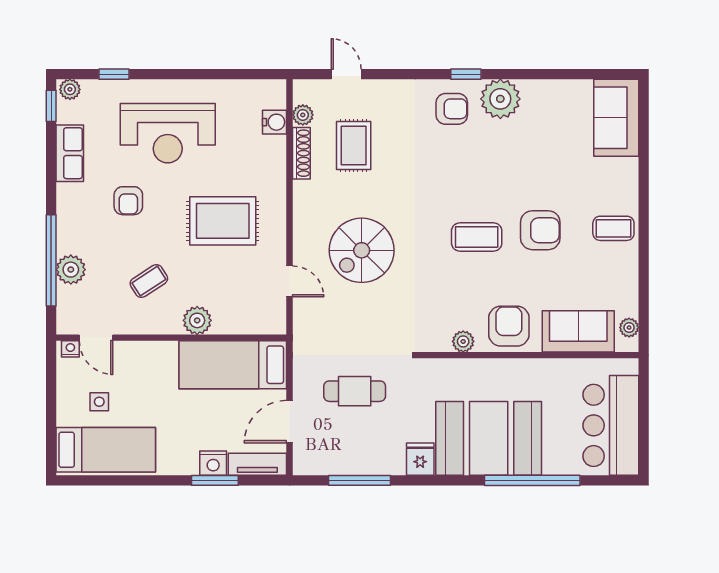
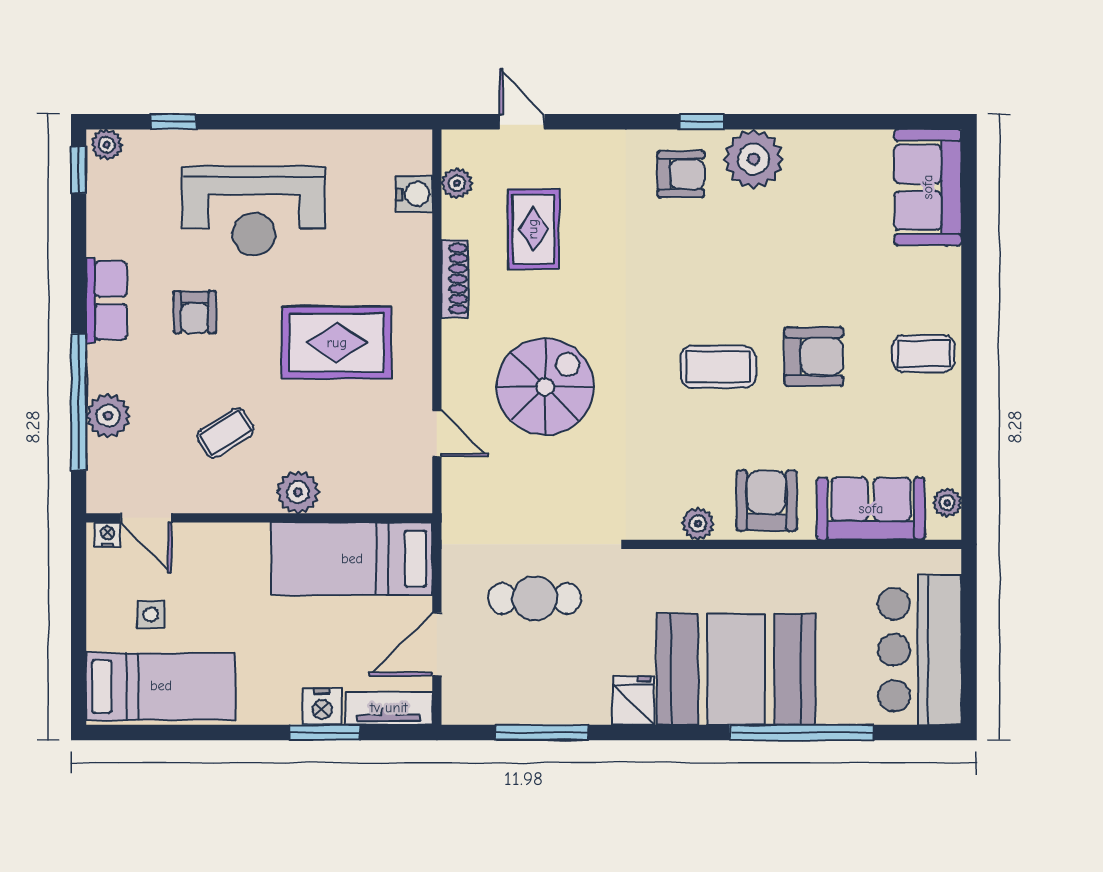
row of seats: (70, 153) -> (107, 301), moved
shoe rack: (301, 153) -> (455, 279), moved
spiral stairs: (362, 250) -> (545, 387), turned 180

